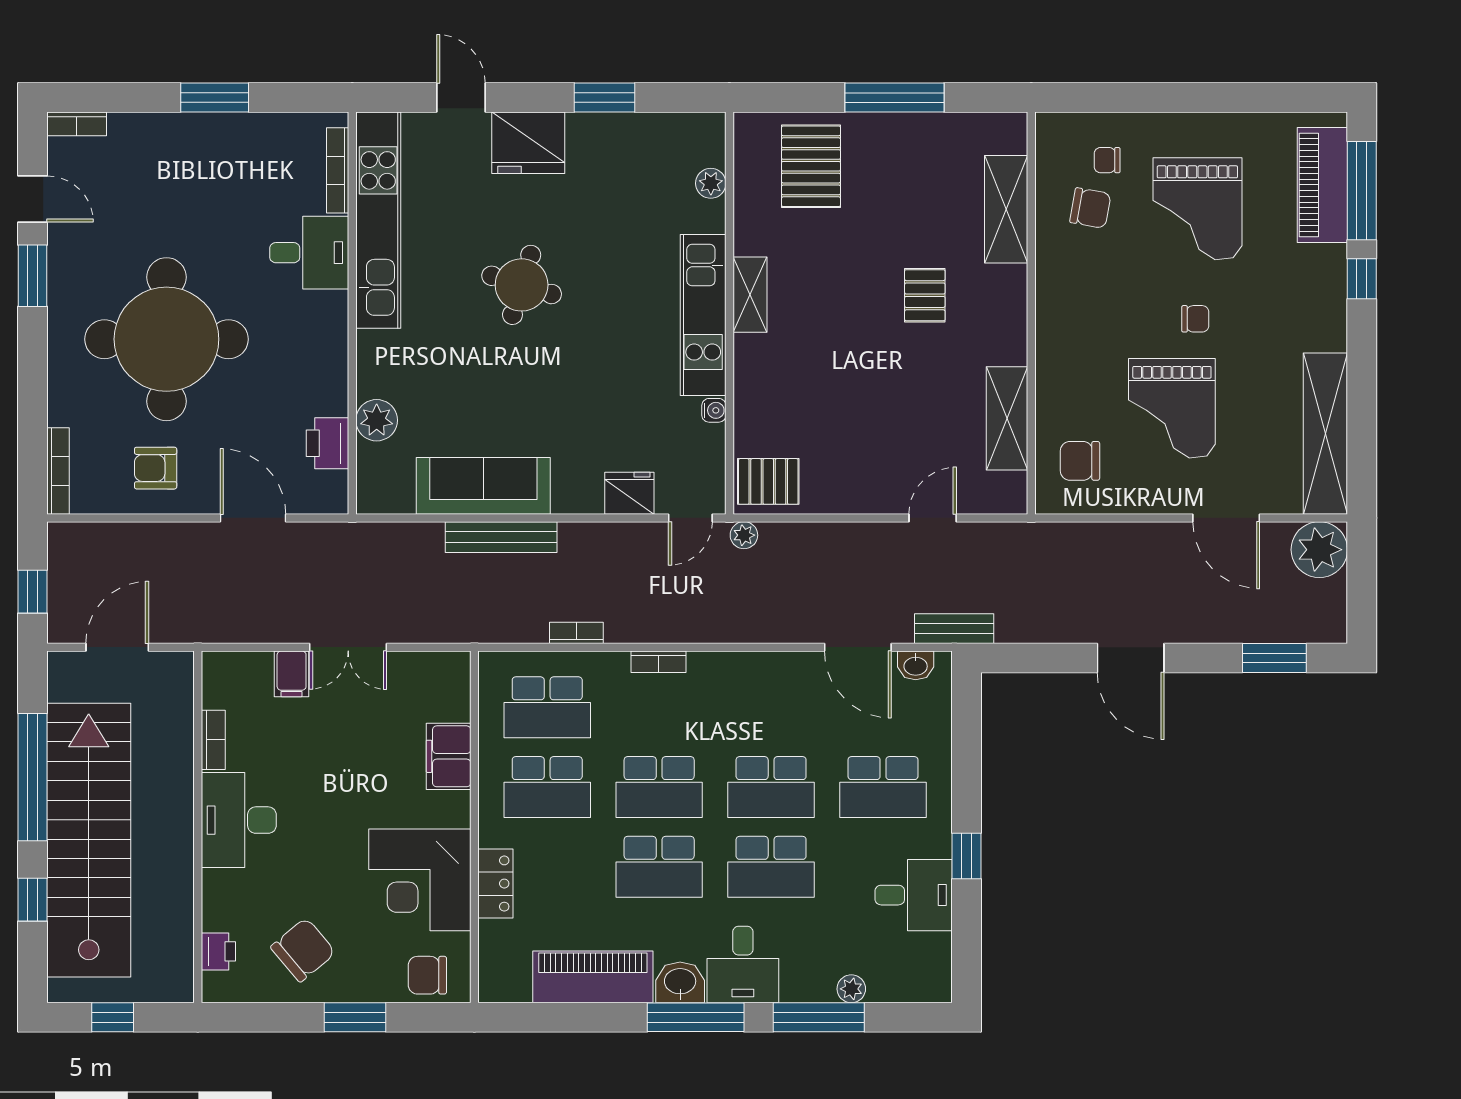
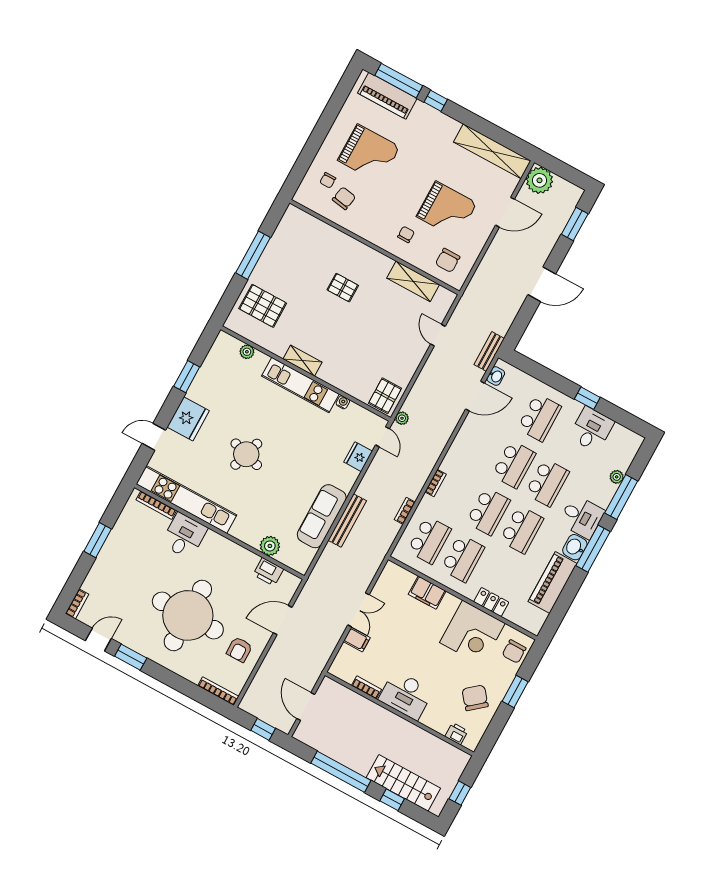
shelving: (1006, 209) -> (325, 234), removed
chair: (1195, 319) -> (406, 234), moved
stairs: (89, 840) -> (403, 783), width x0.54, depth x0.66

